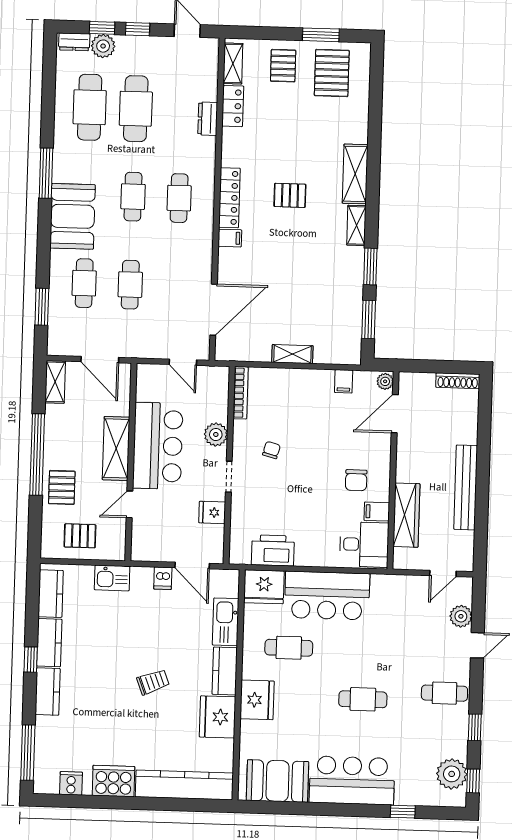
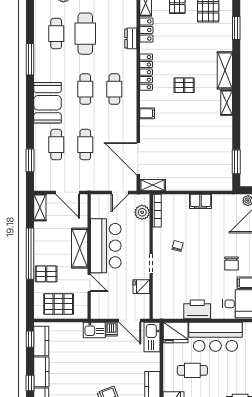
cafe table: (90, 107) -> (56, 34), width x0.73, depth x0.74
window: (46, 173) -> (30, 59), moved
locker: (229, 198) -> (146, 72), moved
window: (370, 267) -> (236, 28), moved
door: (214, 310) -> (138, 159), swing flipped
shelving: (292, 354) -> (153, 185), moved
door: (183, 362) -> (120, 192), hinge flipped
filing cabinet: (344, 381) -> (201, 201), moved, width x2.00
plant: (216, 434) -> (142, 212), moved
pallet: (62, 487) -> (46, 274), turned 90
door: (129, 504) -> (89, 283), swing flipped
pallet: (80, 536) -> (59, 304), width x1.50, depth x1.42
printer: (273, 550) -> (197, 309), moved
kitchen sink: (112, 578) -> (94, 330), moved
window: (33, 590) -> (30, 339), added
kitchen sink: (226, 622) -> (152, 337), moved

